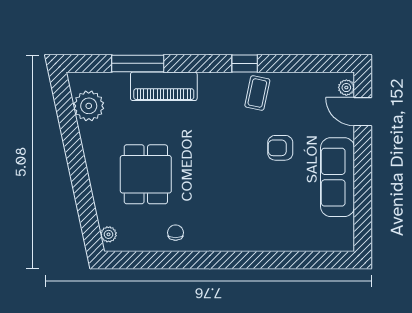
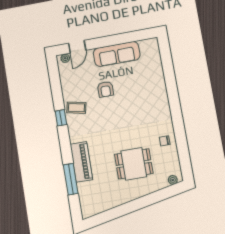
plant: (89, 106) -> (100, 204), removed

